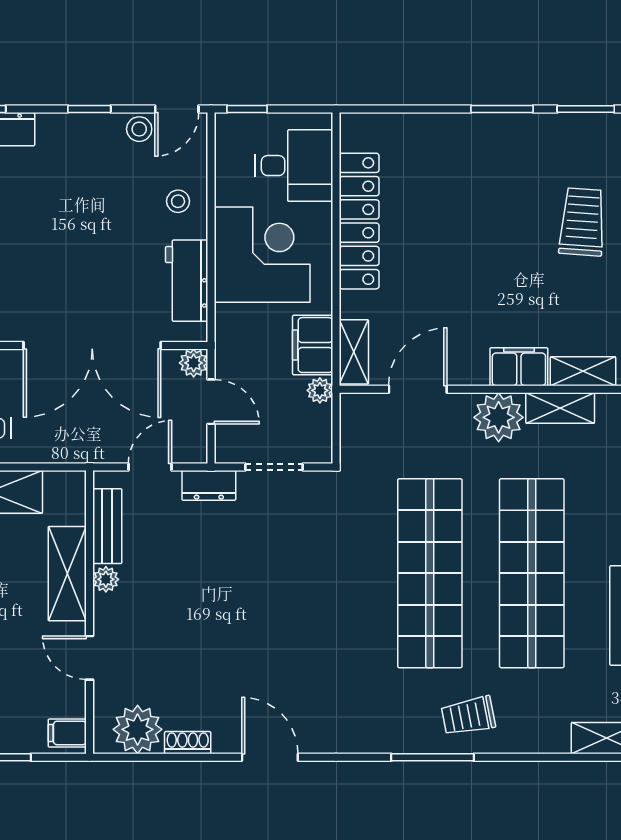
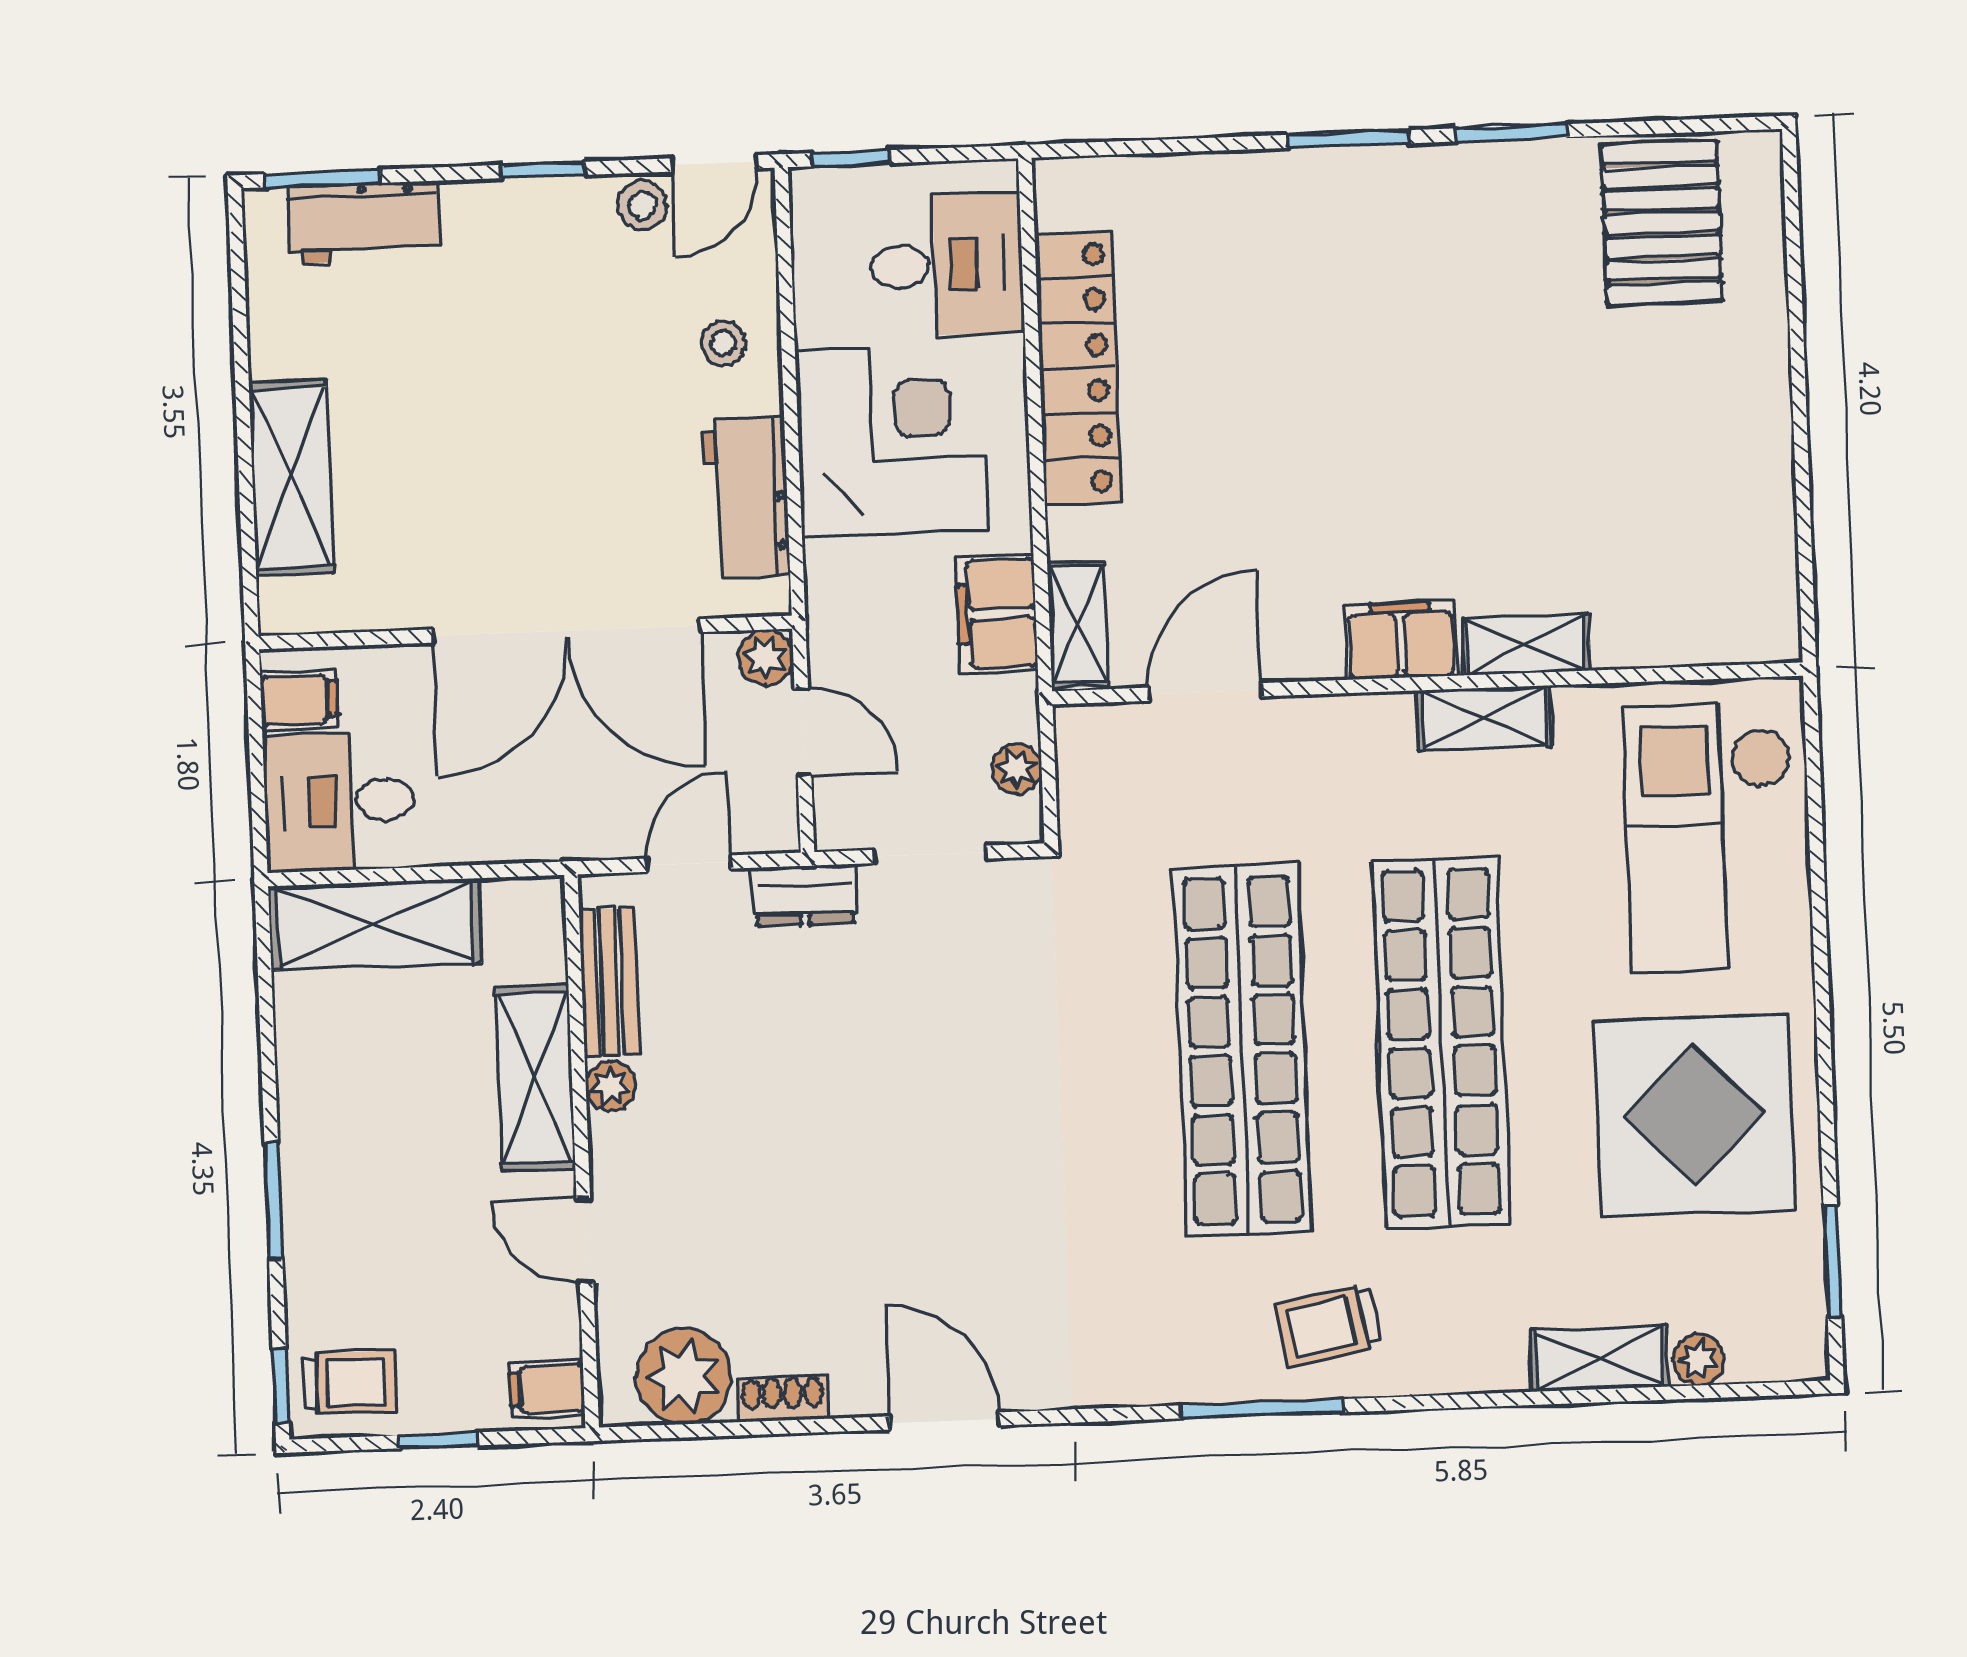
trolley: (582, 222) -> (1513, 353), removed
plant: (320, 390) -> (1017, 769), moved
plant: (499, 417) -> (1365, 741), removed

